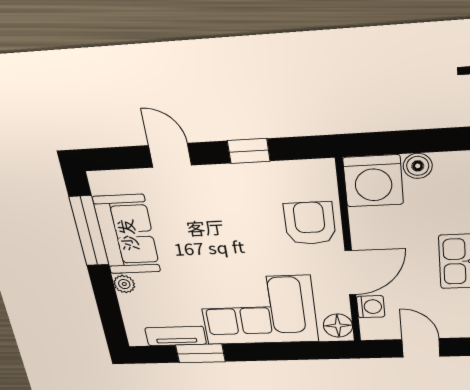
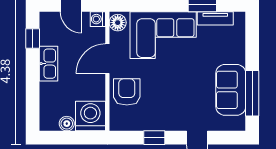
armchair: (310, 223) -> (127, 92), turned 180
plant: (124, 284) -> (239, 57), removed
washing machine: (371, 307) -> (98, 19), moved

